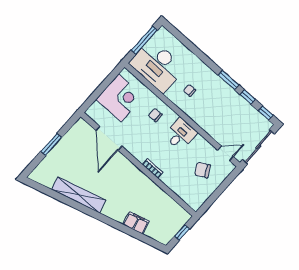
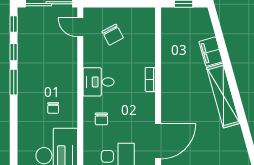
shelving: (79, 195) -> (223, 96), moved

